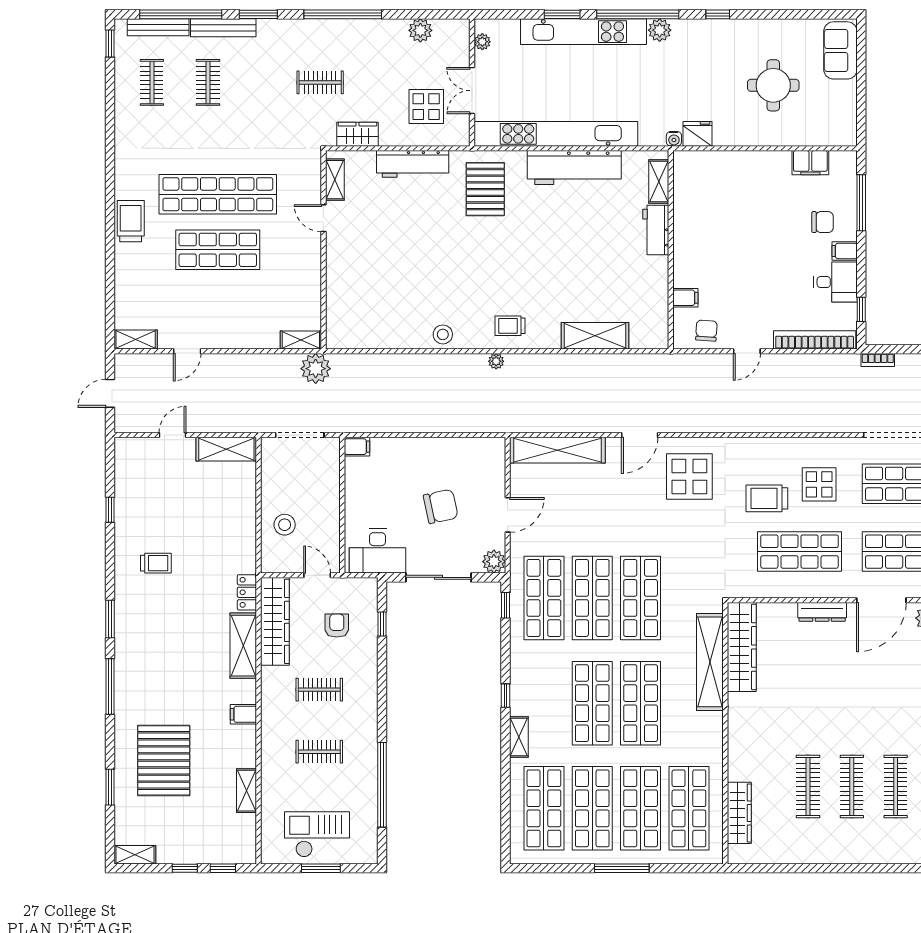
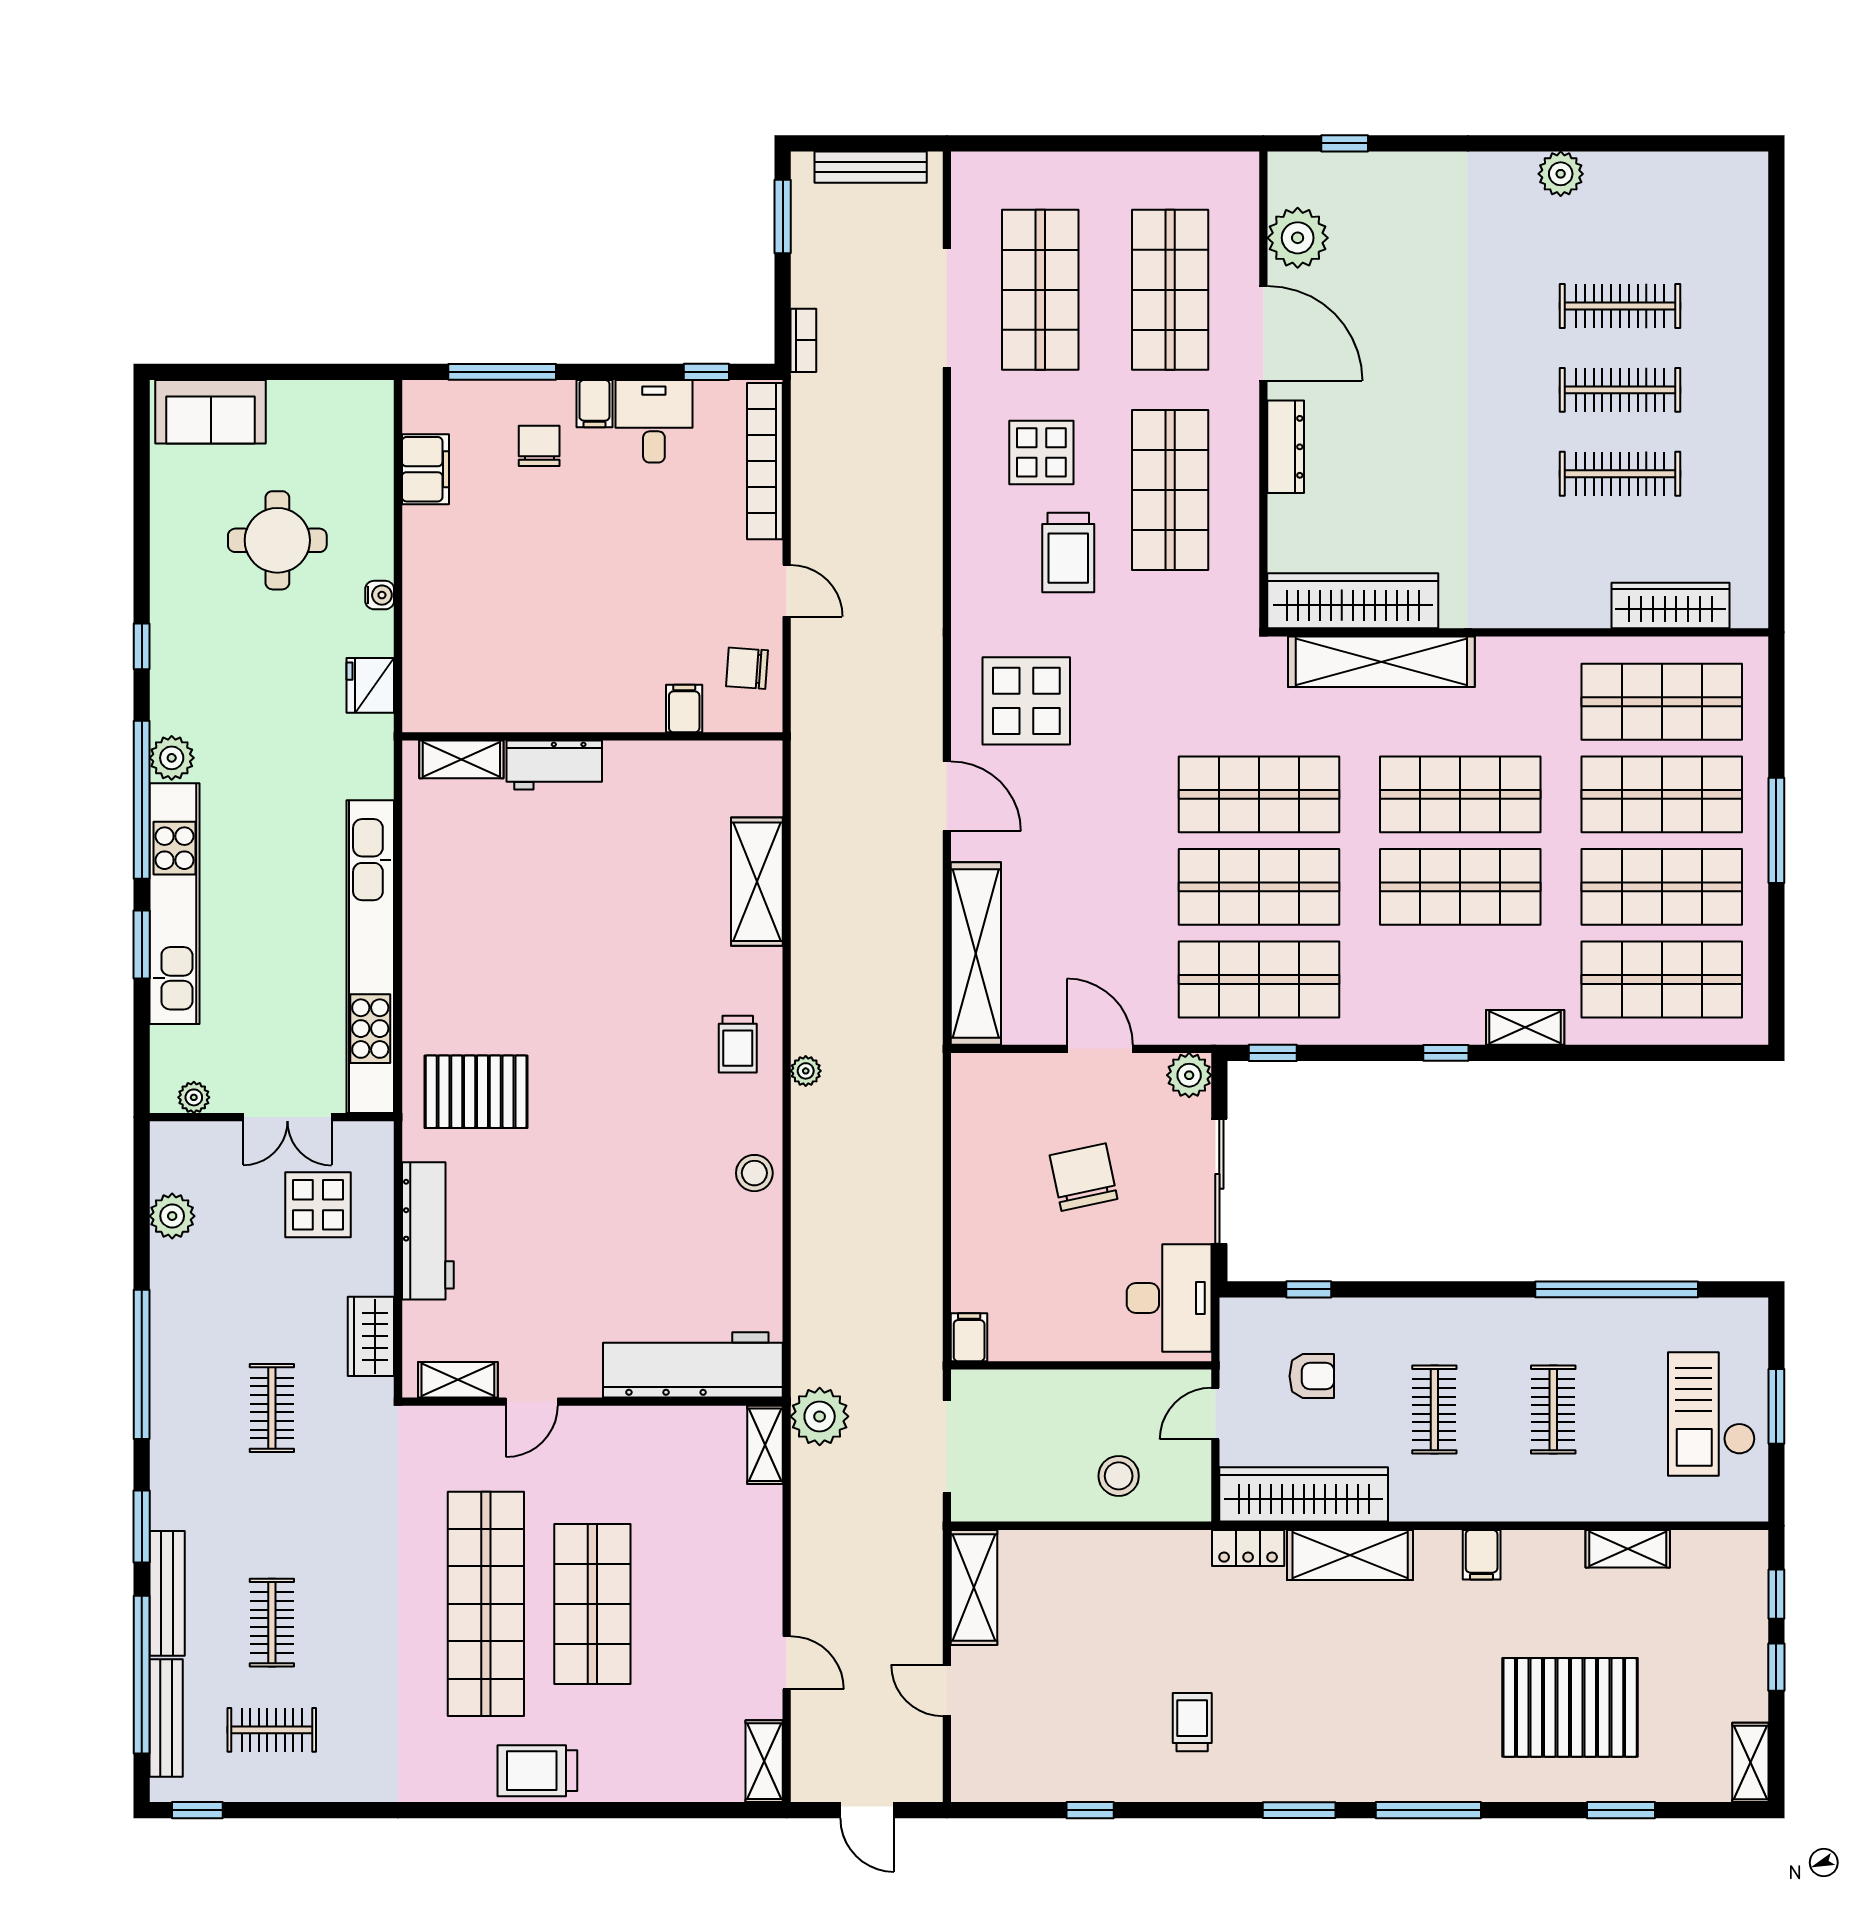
clothes rail: (208, 82) -> (272, 1623), turned 90
water cooler: (674, 139) -> (380, 595), moved
workbench: (574, 168) -> (693, 1365), moved, turned -90
armchair: (337, 626) -> (1312, 1376), turned 180

